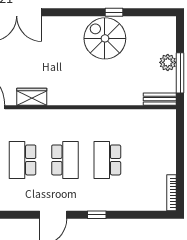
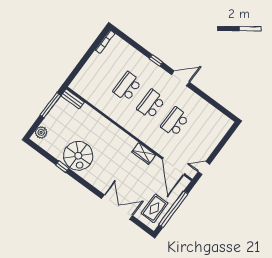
plant: (168, 62) -> (41, 132), moved
school desk: (23, 160) -> (175, 122), turned 180
school desk: (107, 160) -> (127, 87), turned 180

